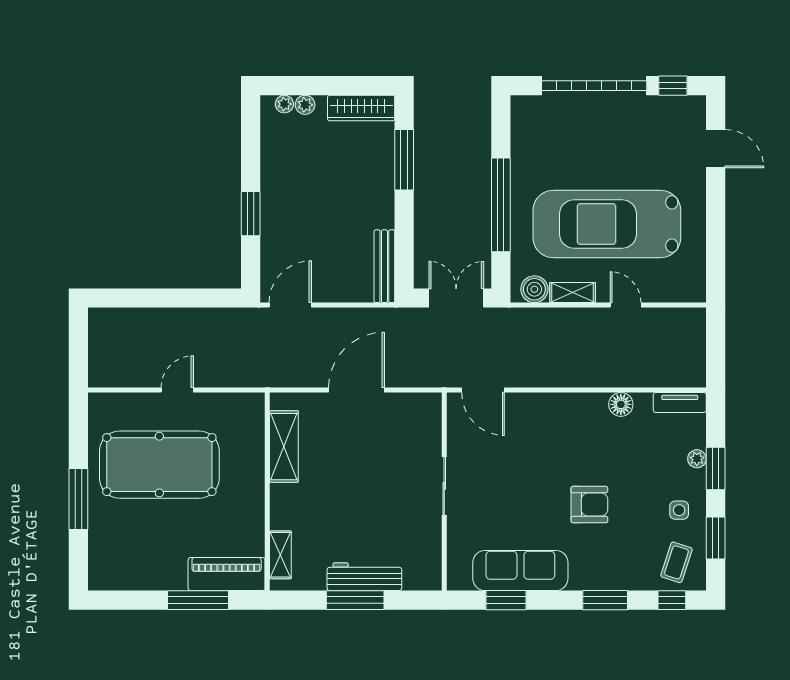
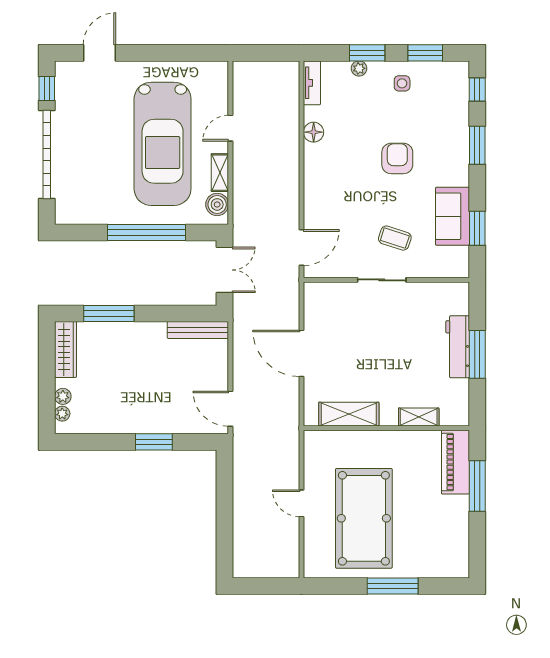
double door: (456, 298) -> (224, 270), swing flipped
shelving: (280, 555) -> (419, 417), moved
coffee table: (676, 562) -> (395, 238), moved
sofa: (520, 571) -> (453, 216), width x0.73

